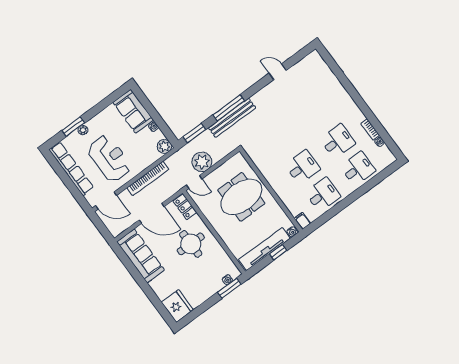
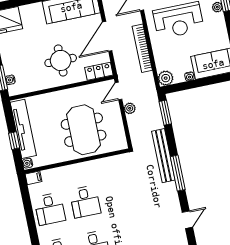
window: (229, 108) -> (178, 173), moved
plant: (202, 162) -> (130, 108), width x0.53, depth x0.53

